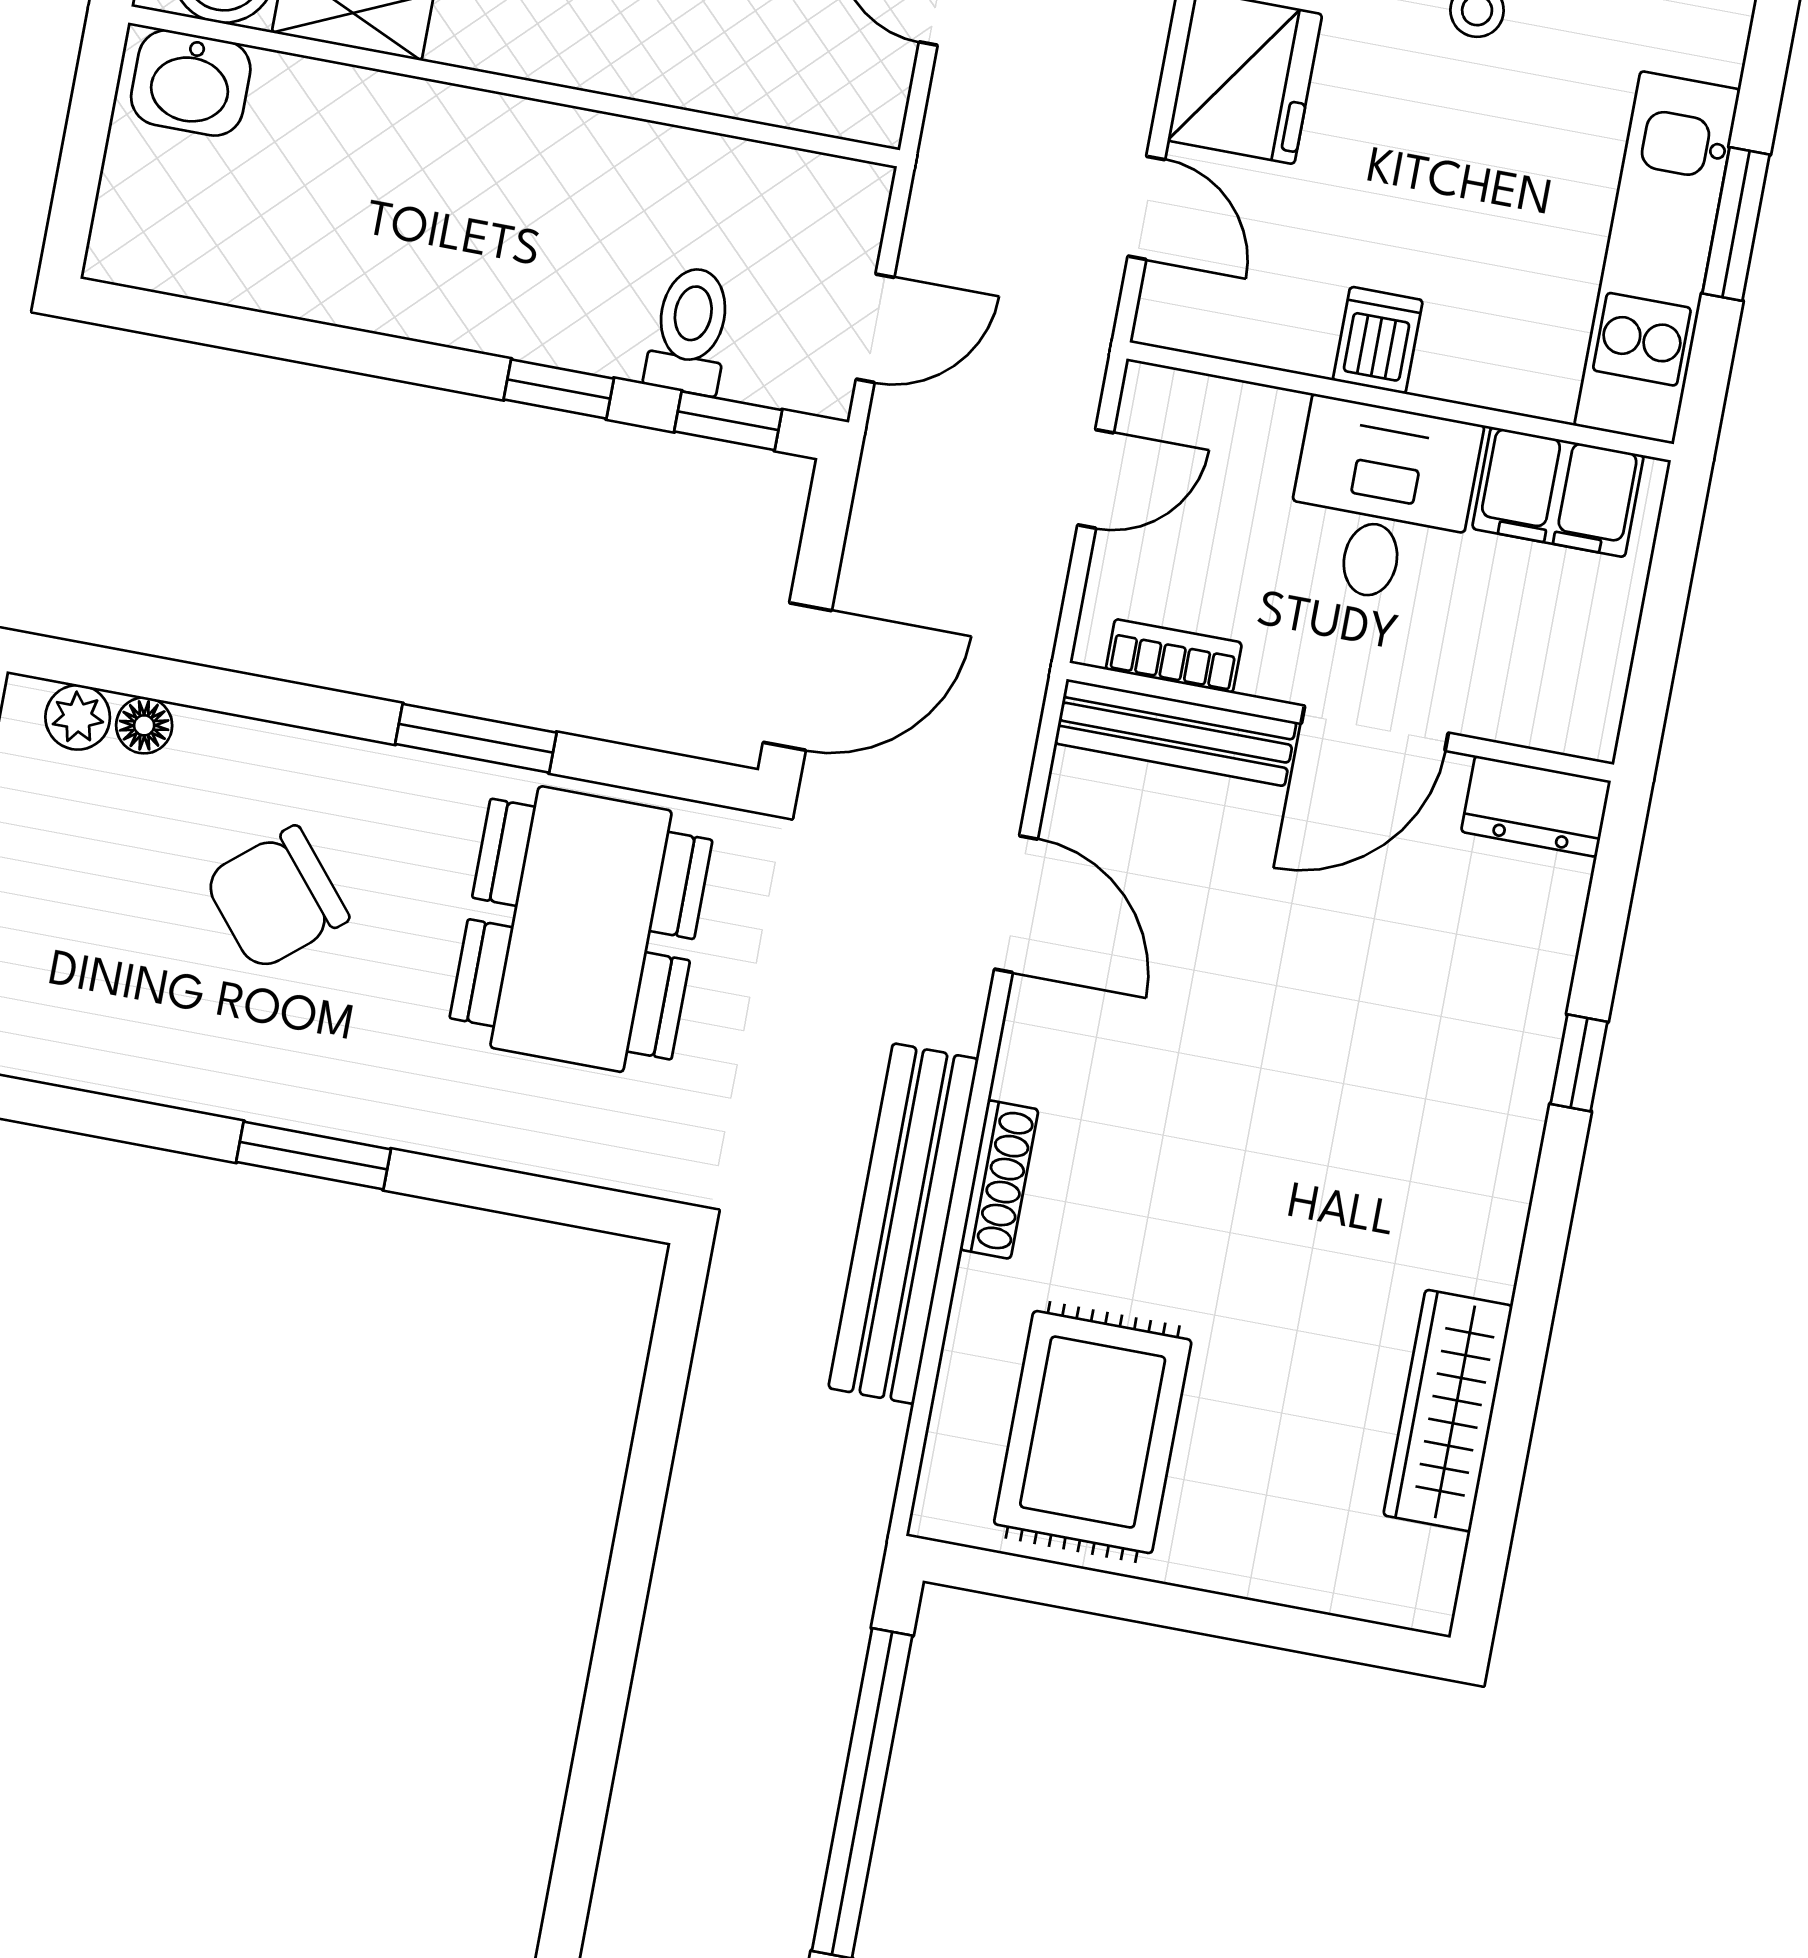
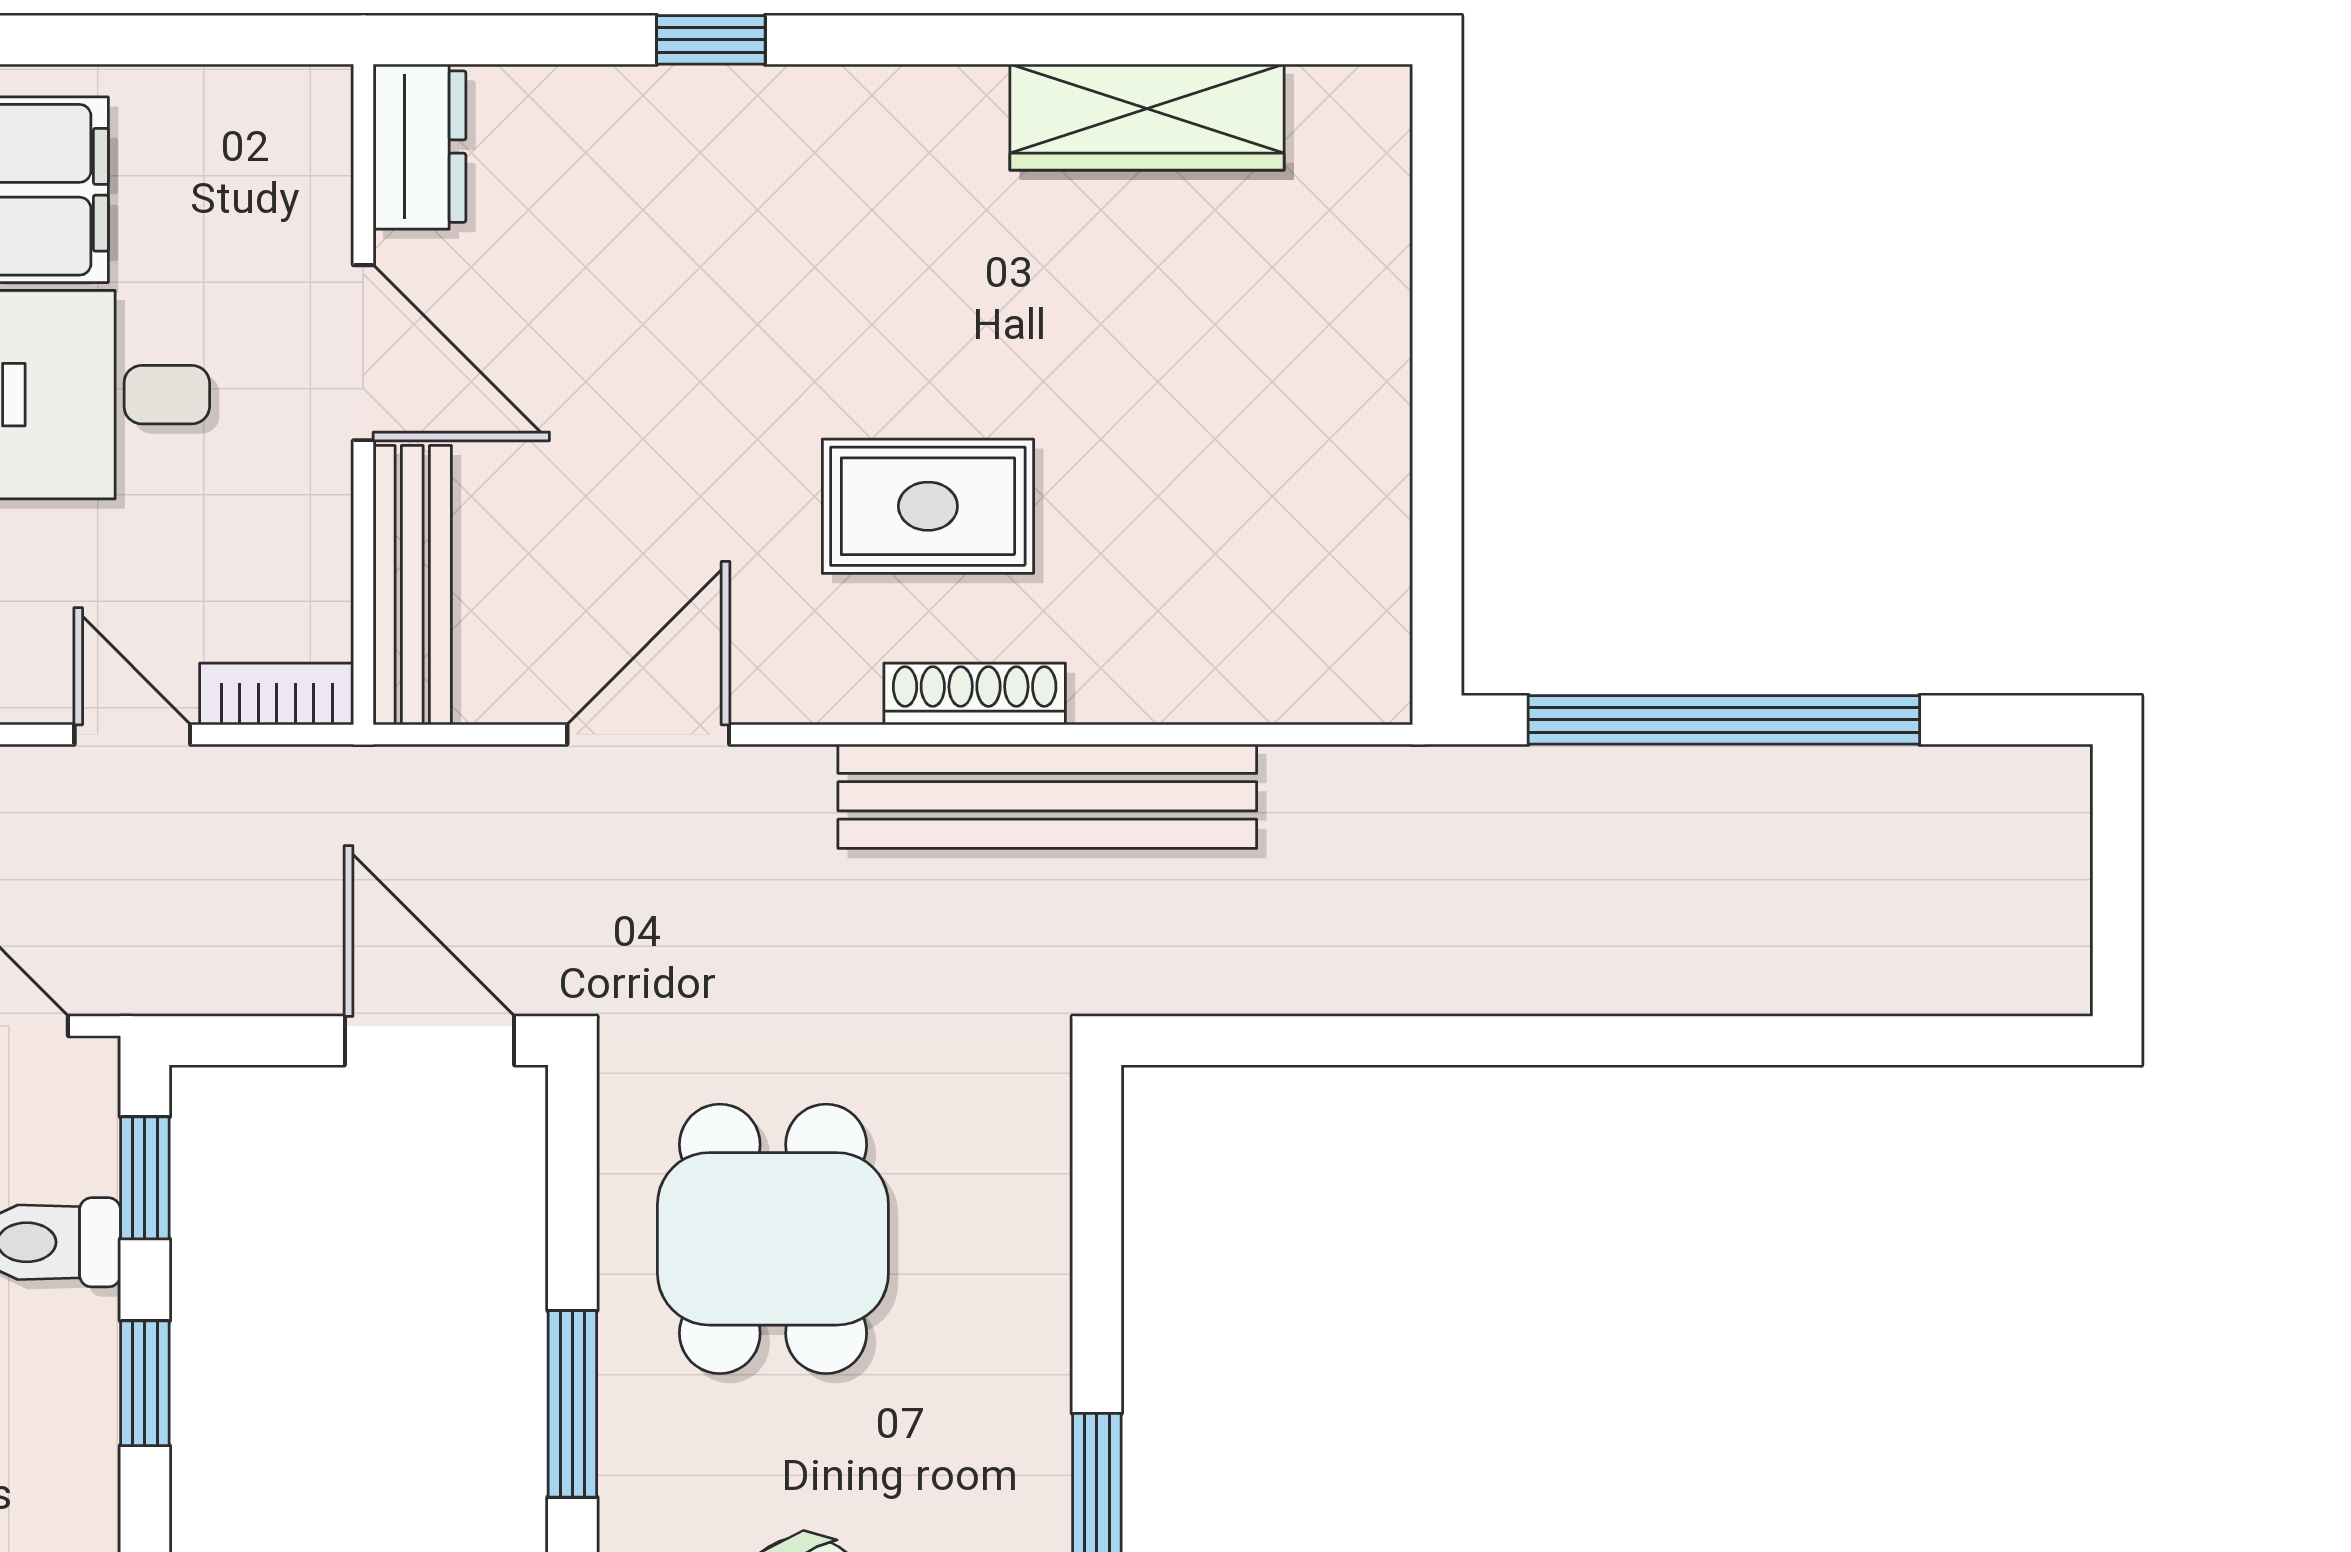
bookcase: (1174, 656) -> (277, 694), moved, turned 90
dining table: (581, 929) -> (773, 1239), width x0.73
rug: (1093, 1432) -> (928, 506), moved, width x0.73, depth x0.70

